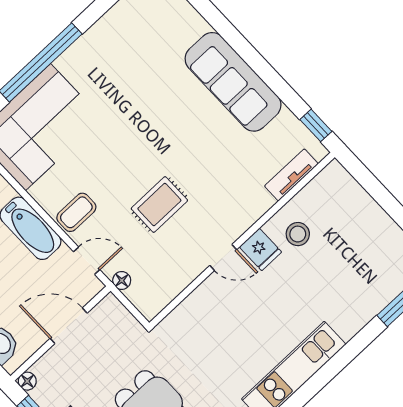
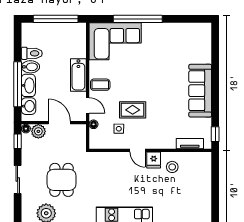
side table: (165, 252) -> (119, 129), added
plant: (50, 368) -> (38, 131), added

